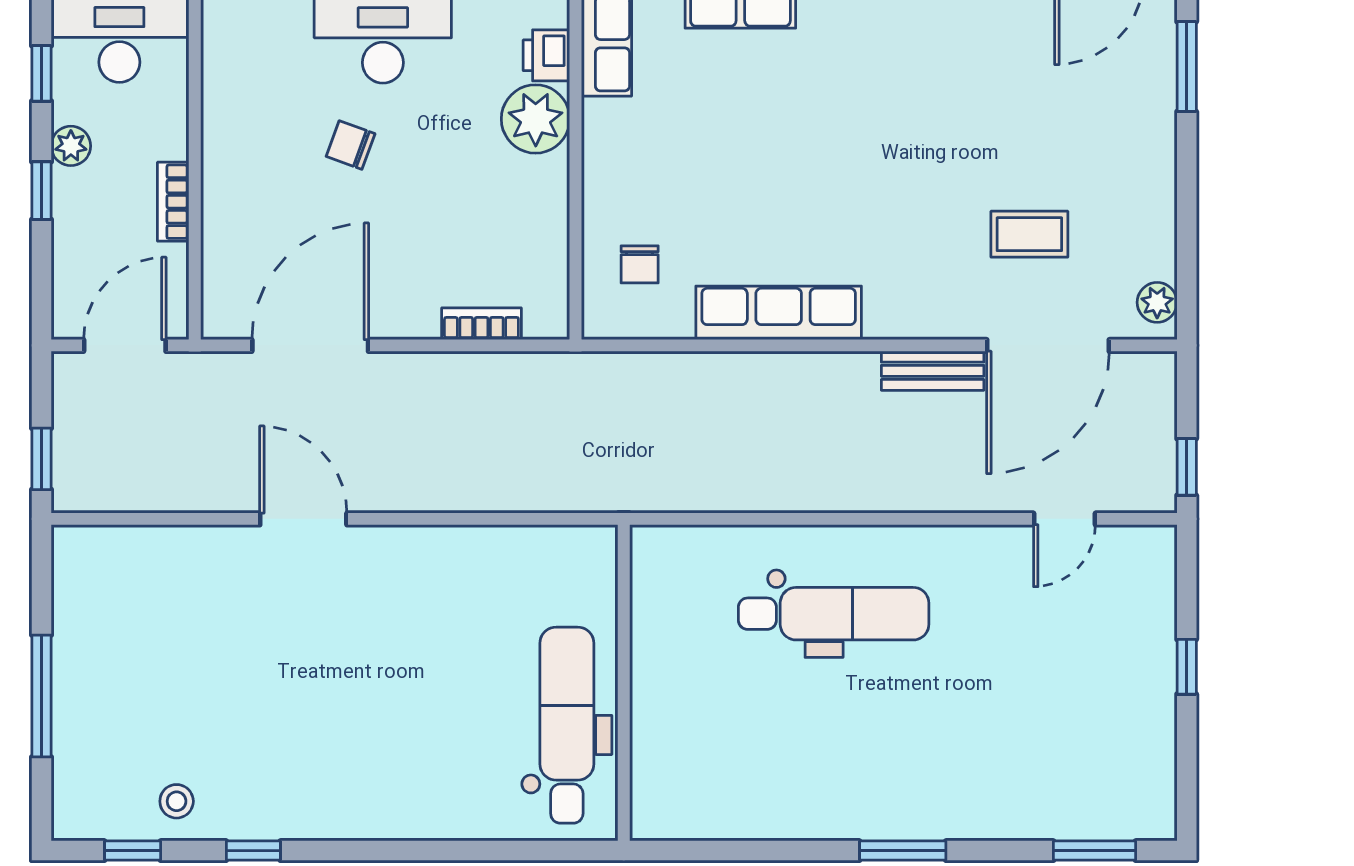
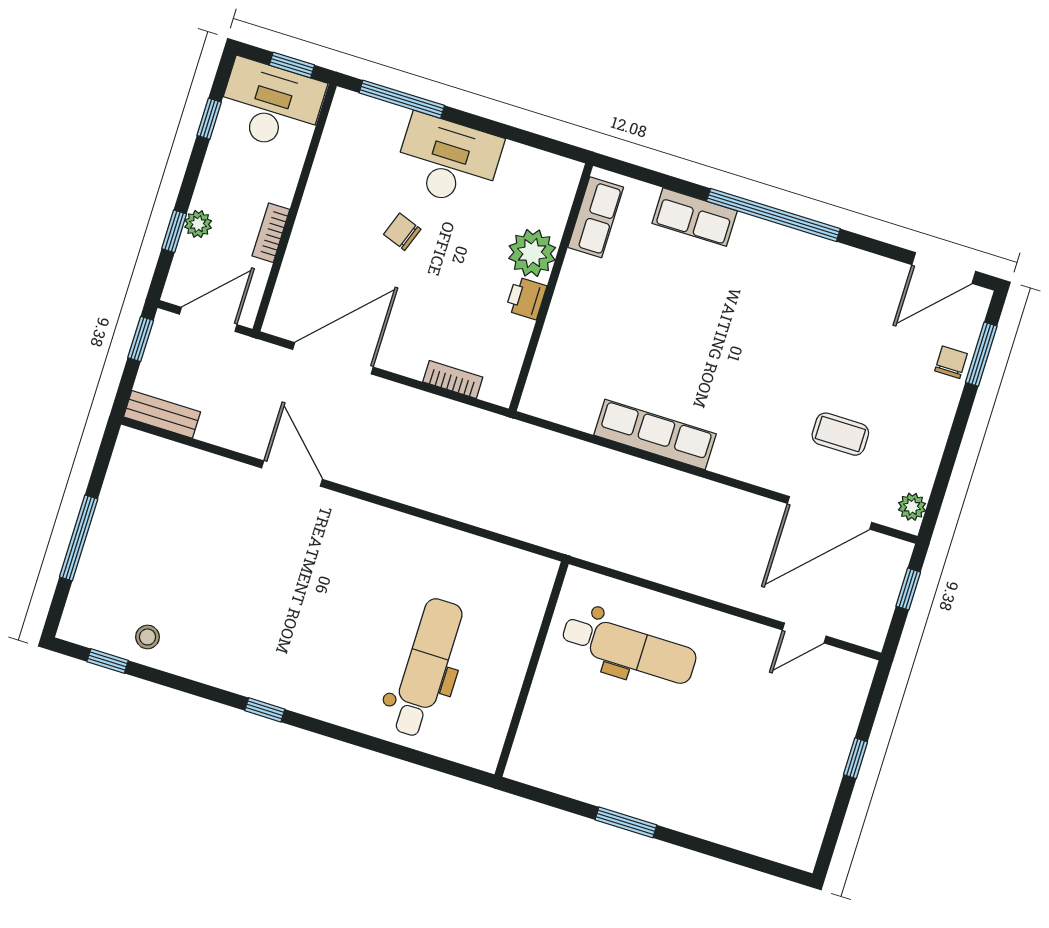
printer: (546, 55) -> (526, 298), moved
plant: (71, 146) -> (198, 224), moved
window: (42, 191) -> (174, 231), moved
chair: (640, 264) -> (951, 362), moved, turned 180
bench: (933, 371) -> (162, 414), moved
window: (42, 459) -> (141, 339), moved
window: (1187, 467) -> (908, 589), moved
wall: (624, 683) -> (532, 669), moved
window: (253, 851) -> (265, 710), moved
window: (1094, 851) -> (755, 863), removed

